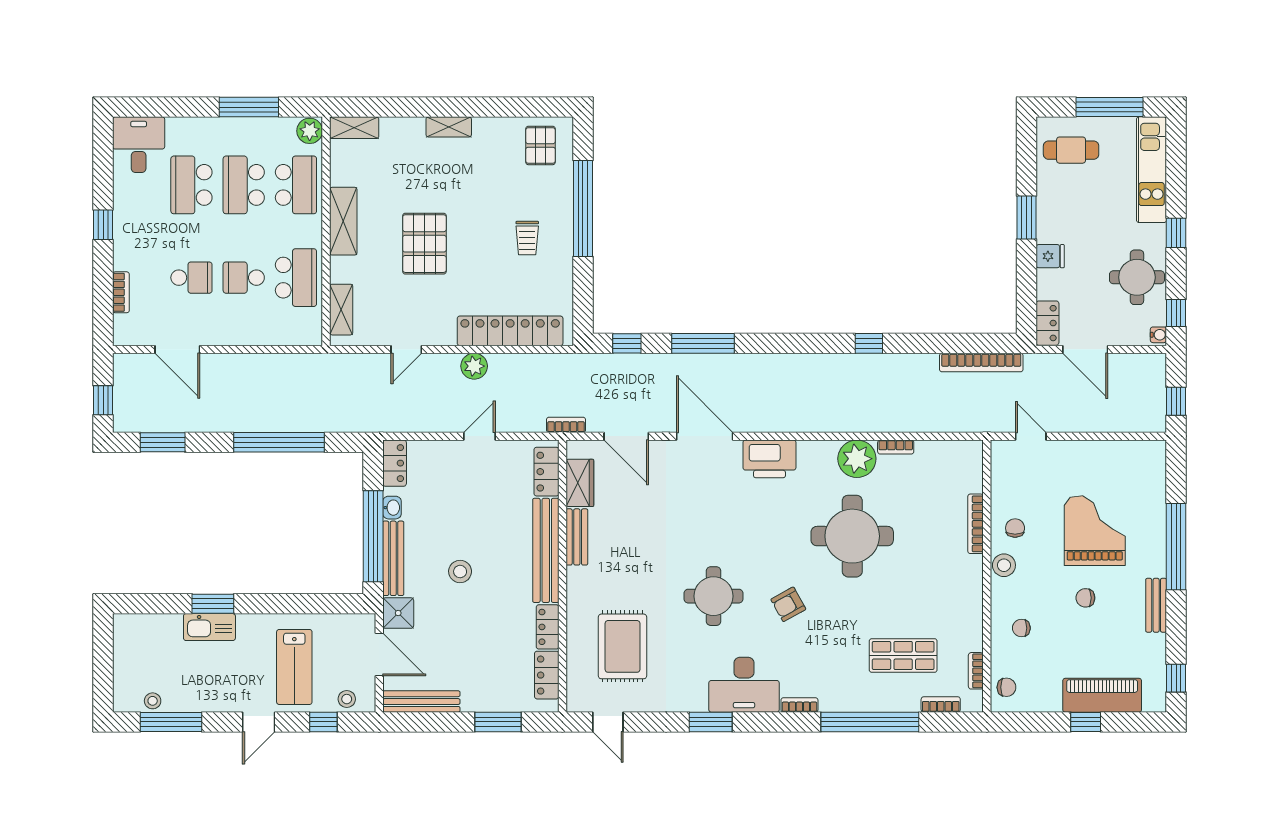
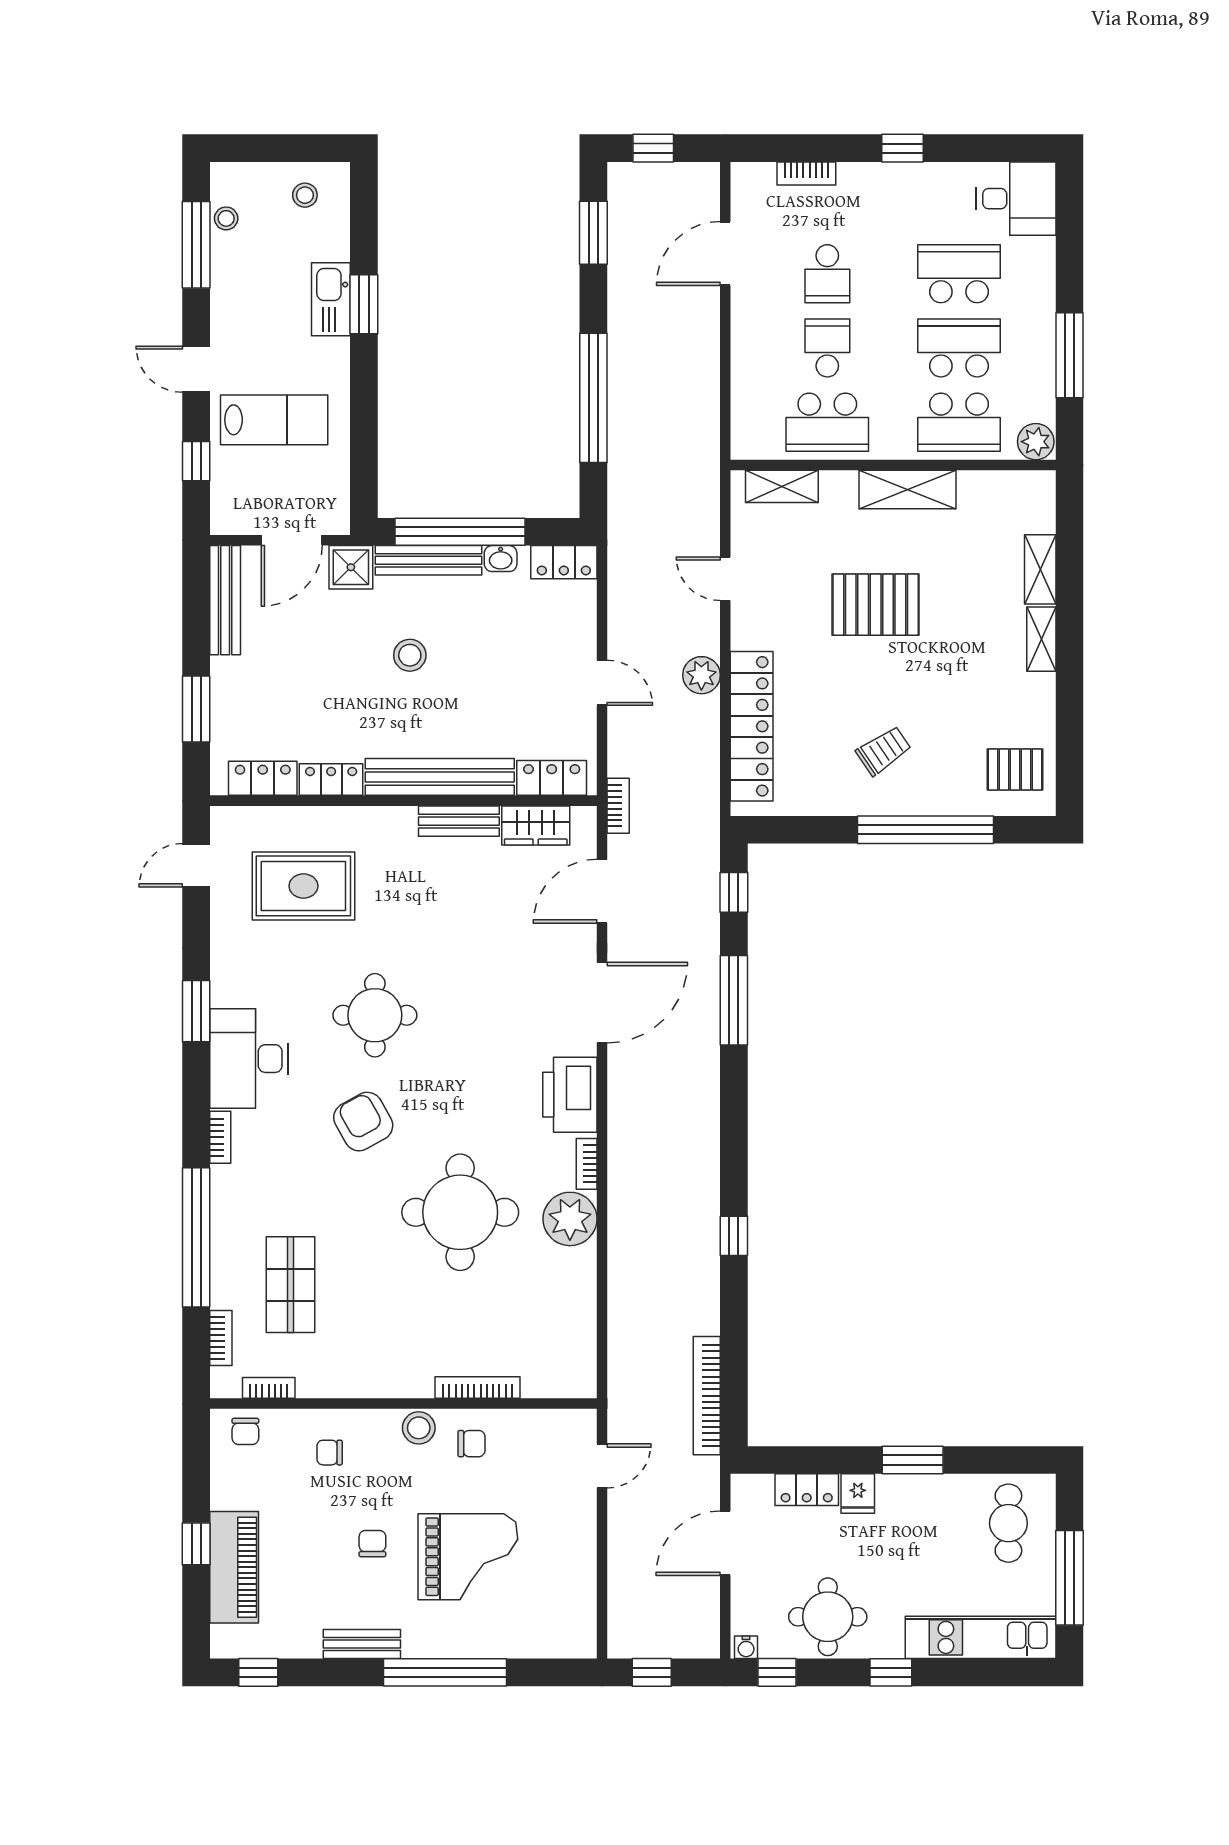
shelving: (354, 128) -> (1040, 569), moved
trolley: (527, 238) -> (883, 751), turned 146
locker: (1047, 323) -> (807, 1490), moved
bookcase: (896, 447) -> (587, 1164), moved
armchair: (788, 604) -> (363, 1122), width x1.38, depth x1.38
chair: (1021, 628) -> (330, 1453), turned -90
lab bench: (294, 667) -> (274, 420), turned 180
stool: (347, 699) -> (305, 195), moved

